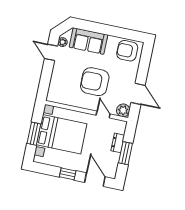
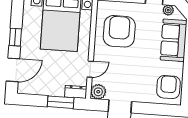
armchair: (95, 82) -> (119, 31), moved
dresser: (118, 143) -> (76, 92), moved
window: (125, 153) -> (61, 102), moved

